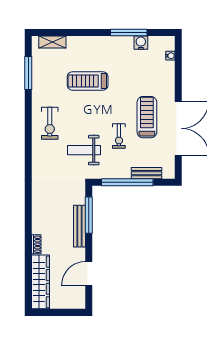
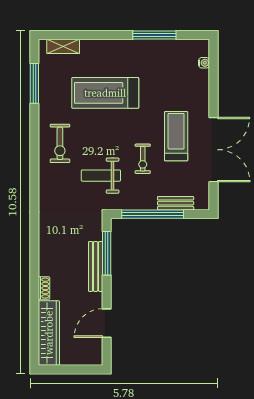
water cooler: (141, 43) -> (169, 47), removed
treadmill: (88, 81) -> (105, 93), width x1.37, depth x1.37

